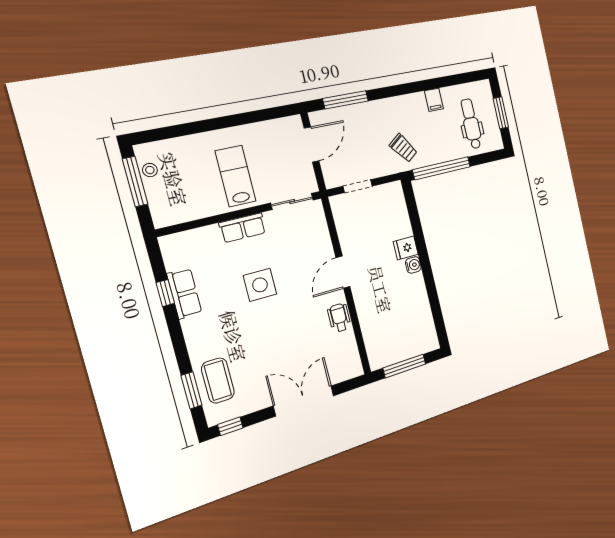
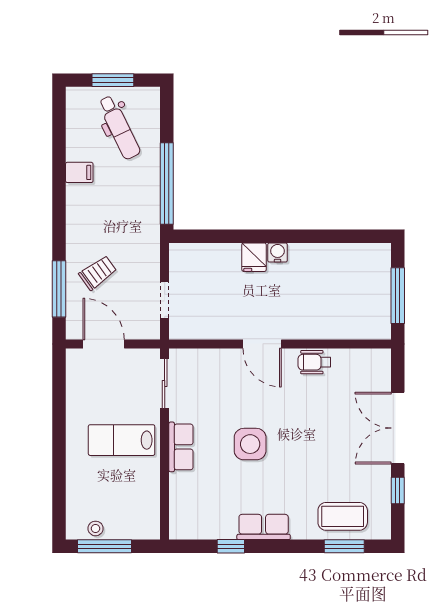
dental chair: (471, 124) -> (119, 127), turned -116
trolley: (403, 148) -> (98, 273), moved
row of seats: (184, 293) -> (264, 527), moved
window: (230, 426) -> (398, 490), moved

